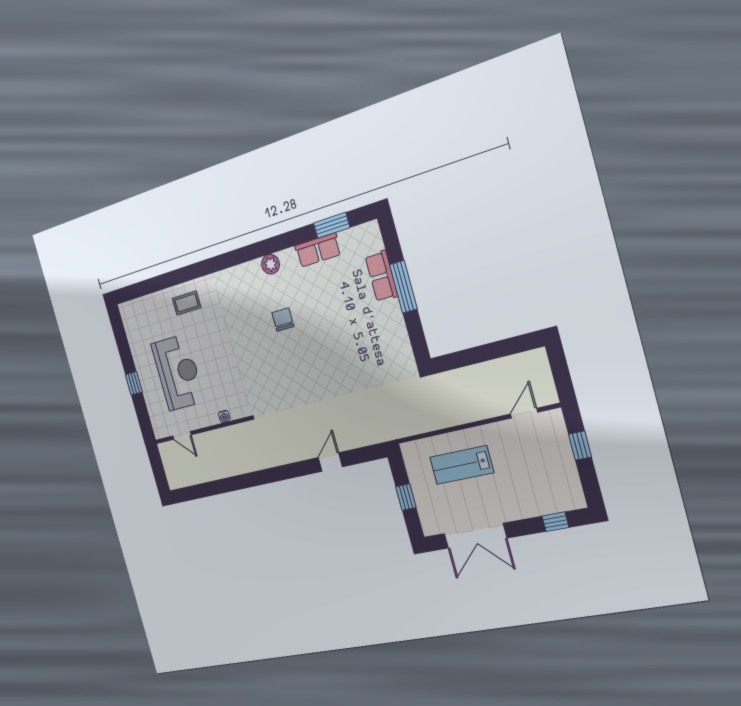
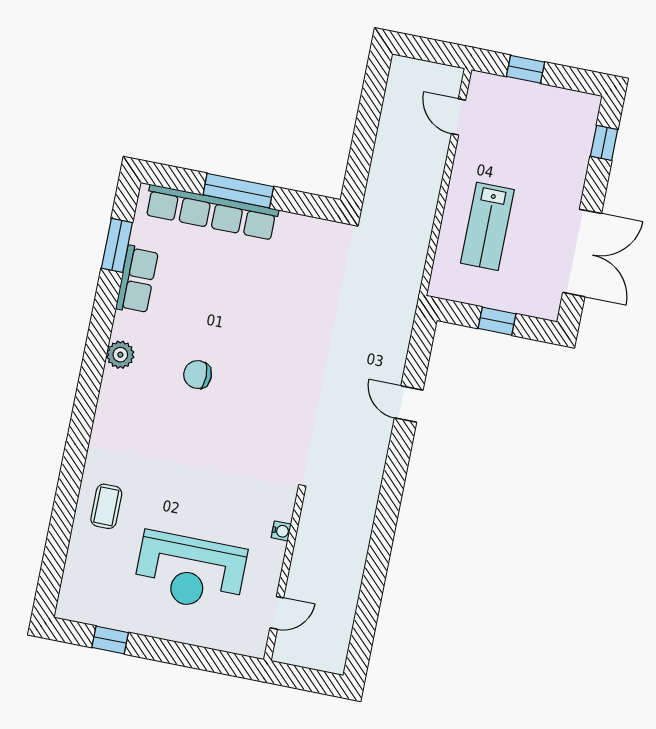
row of seats: (381, 276) -> (212, 212), width x2.02
reception desk: (178, 372) -> (190, 571), turned 180
window: (134, 383) -> (110, 640), moved

